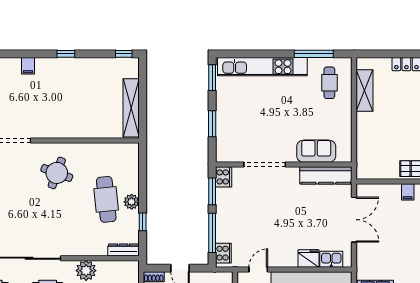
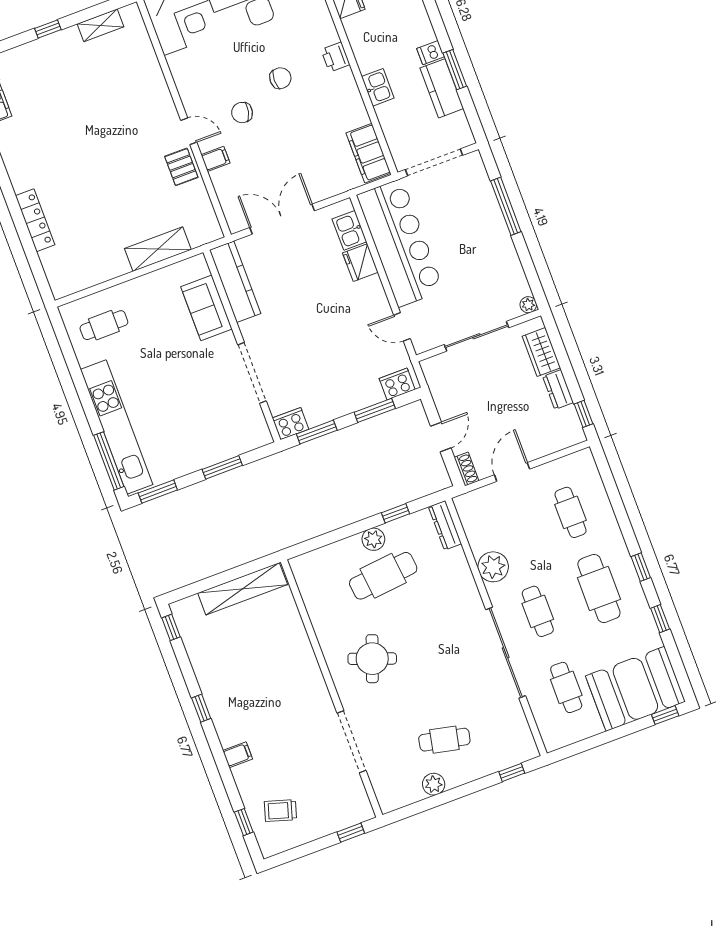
window: (314, 54) -> (109, 461), moved
shelving: (365, 90) -> (158, 249), moved
window: (212, 233) -> (375, 410), width x0.69

